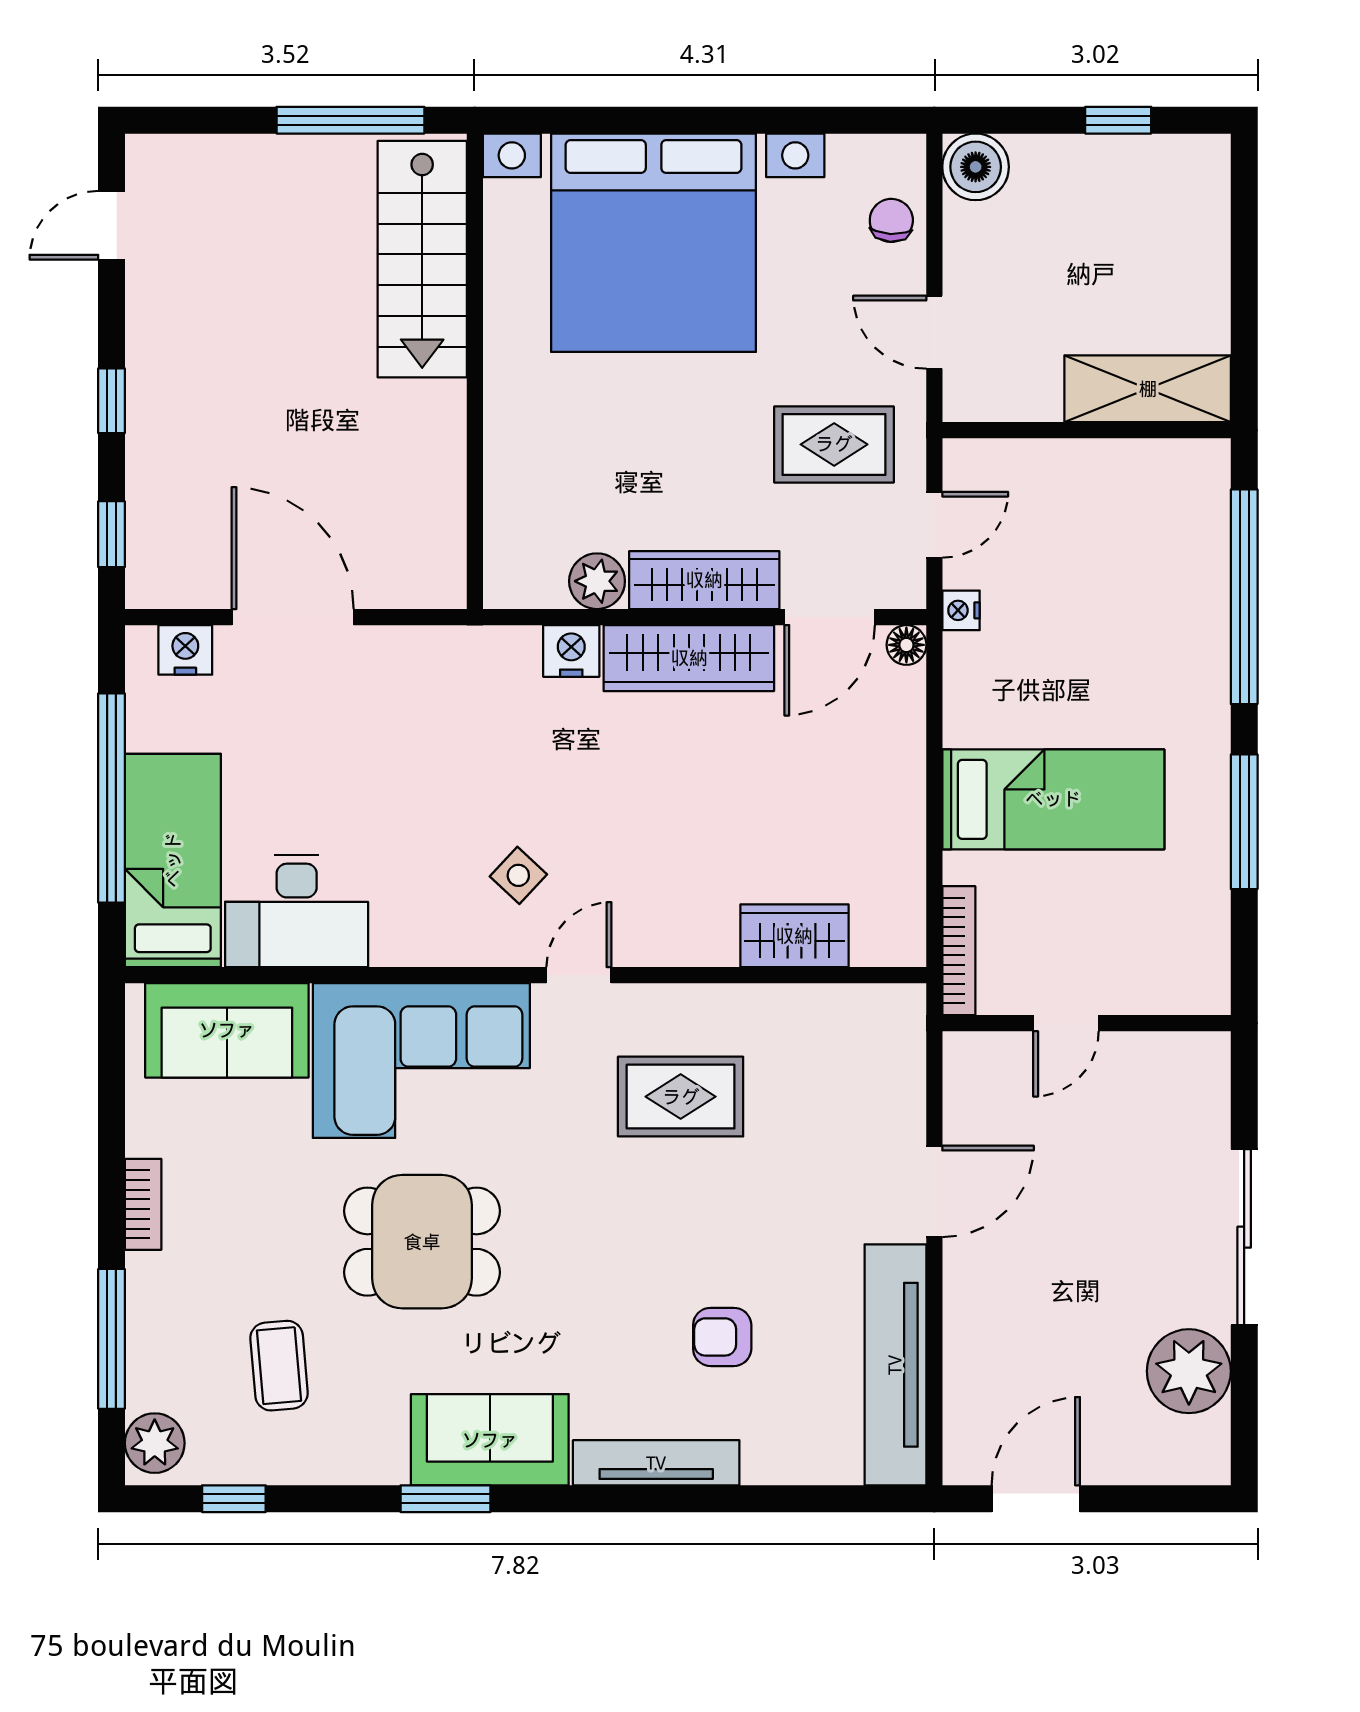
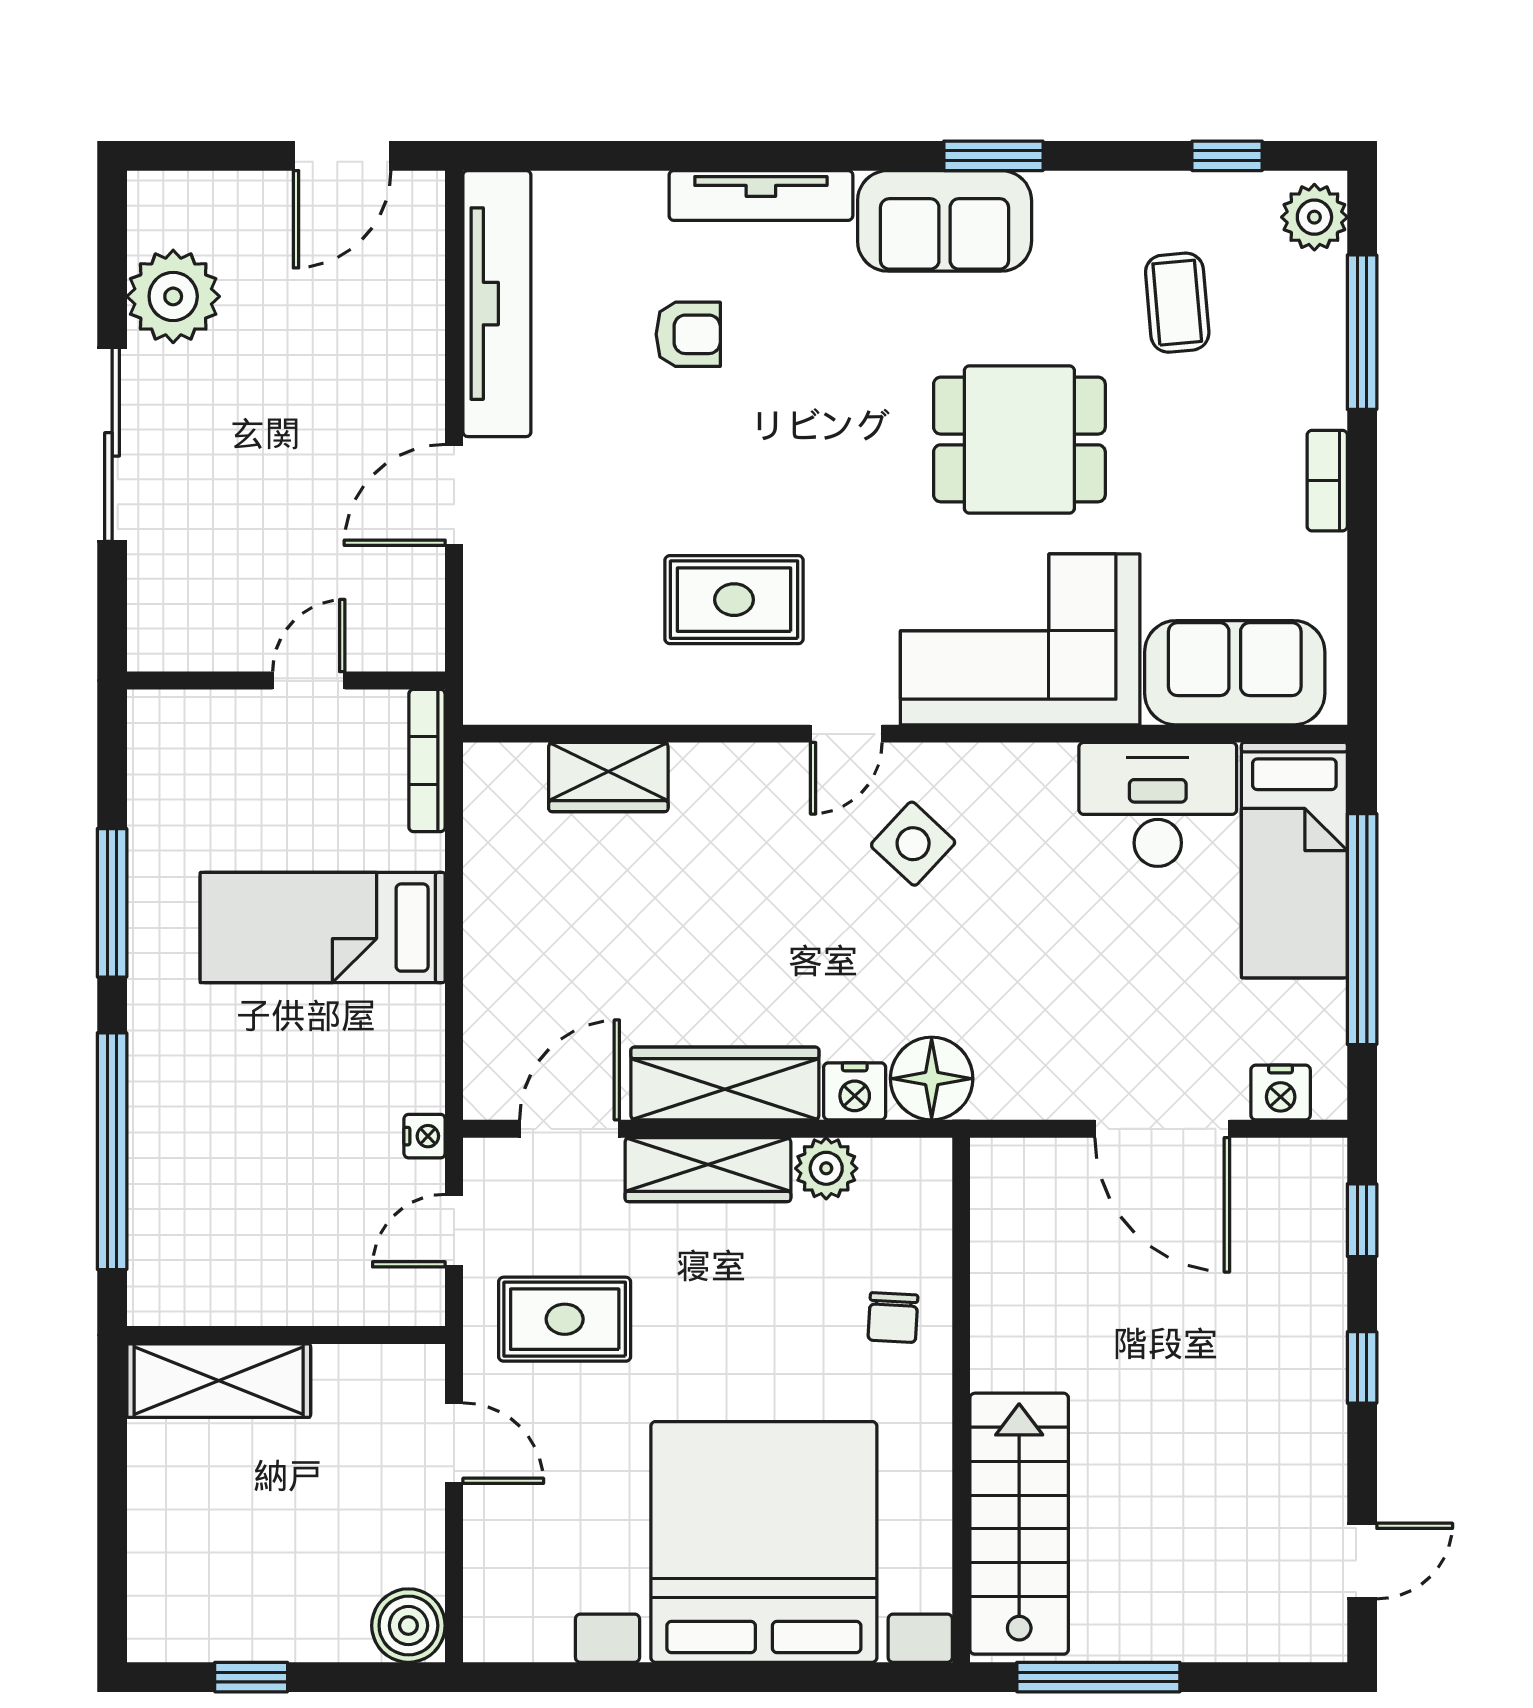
chair: (891, 220) -> (893, 1318), moved
floor lamp: (906, 645) -> (932, 1079), moved, width x1.89, depth x1.89
side table: (518, 875) -> (913, 844), width x1.37, depth x1.37

